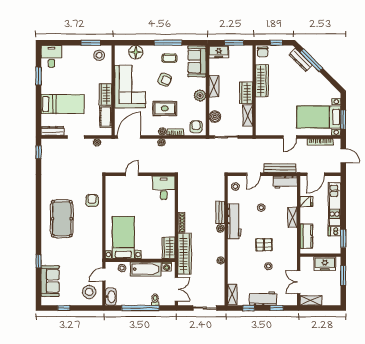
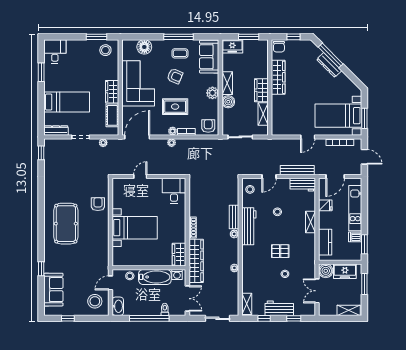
dresser: (301, 60) -> (329, 65), moved
boiler: (215, 117) -> (228, 102), moved
bed with nightstands: (123, 238) -> (135, 228), moved, turned 90
boiler: (307, 263) -> (326, 271), added
shelving: (311, 301) -> (349, 310), moved

